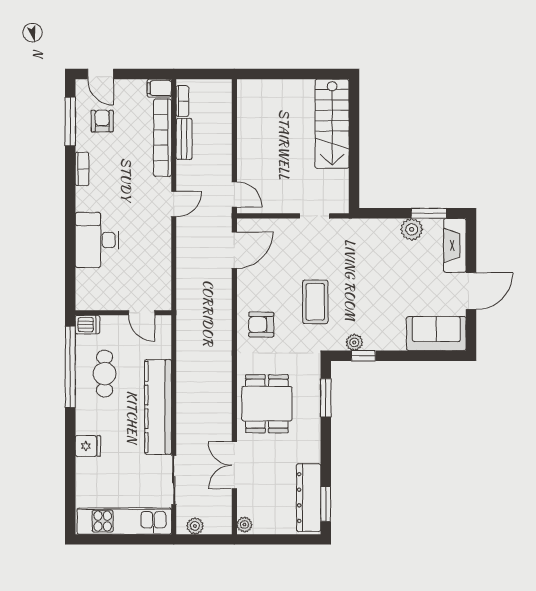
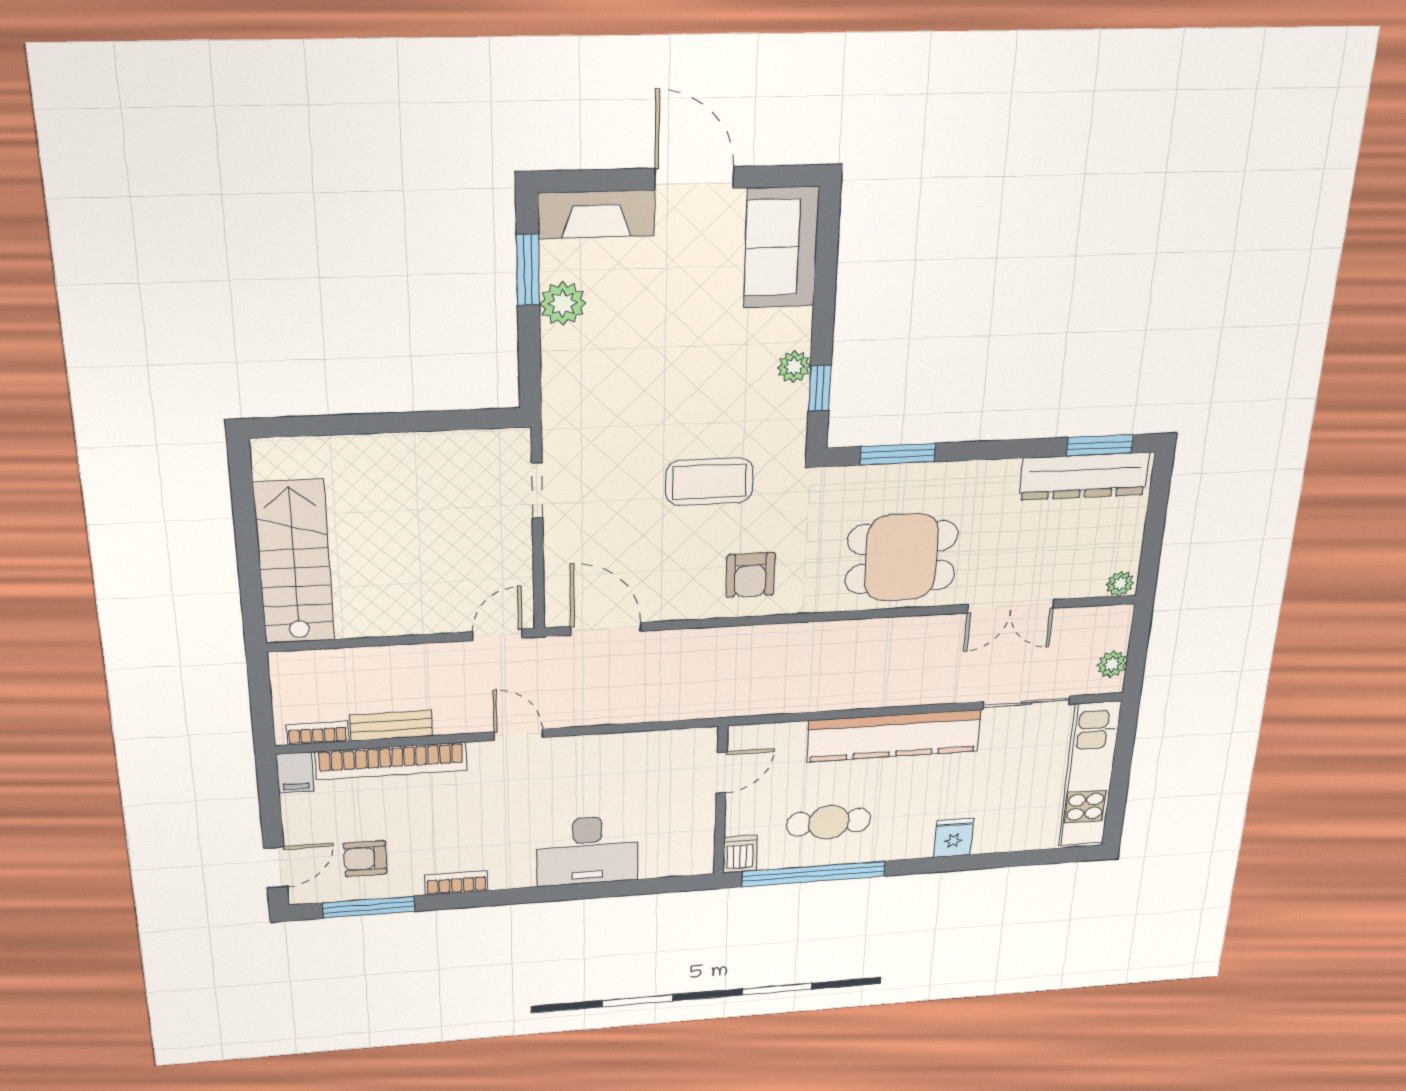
stairs: (332, 124) -> (294, 562), moved, turned -90
plant: (354, 342) -> (794, 367), moved

